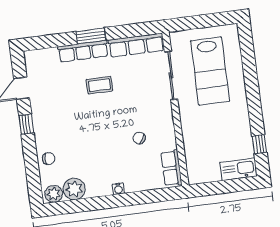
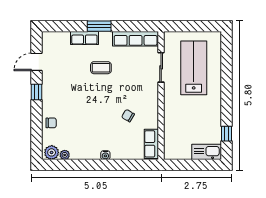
row of seats: (83, 51) -> (84, 38), width x0.68
lab bench: (210, 71) -> (194, 68), turned 180
sliding door: (171, 75) -> (161, 67), width x0.73
plant: (74, 189) -> (65, 155), width x0.53, depth x0.53

